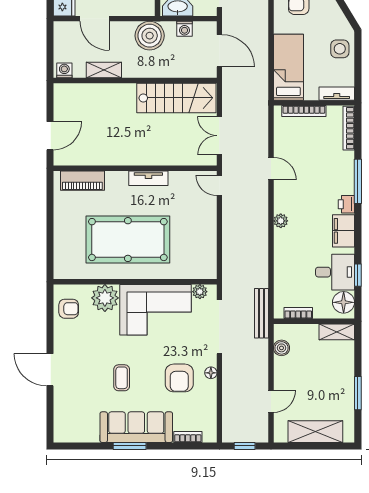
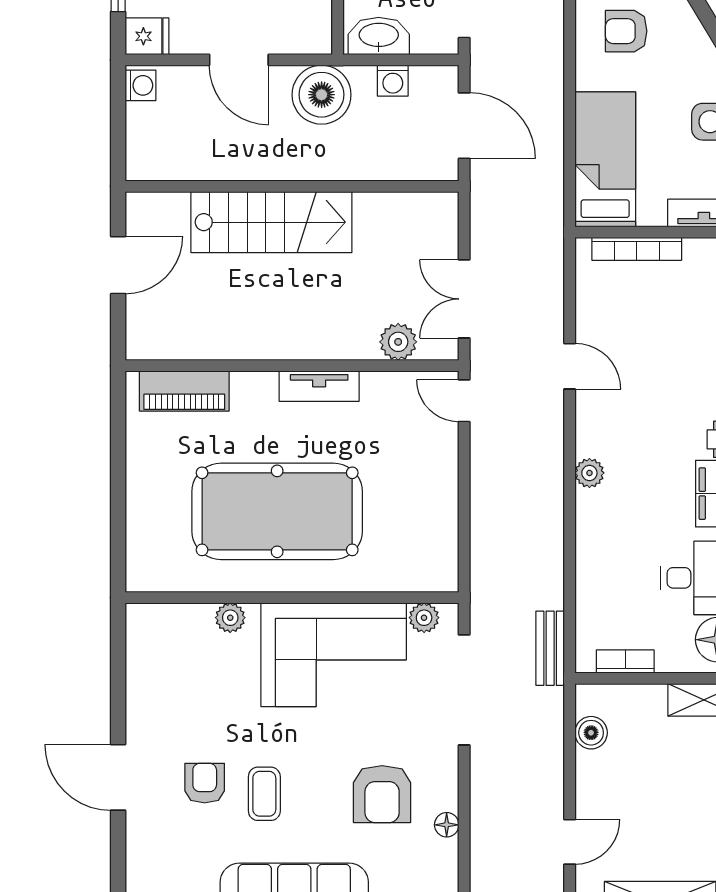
door: (95, 19) -> (239, 60), moved
washing machine: (64, 70) -> (140, 85), moved, turned 90
shelving: (104, 70) -> (228, 165), removed
stairs: (176, 98) -> (271, 222), moved
door: (50, 136) -> (118, 265), moved
plant: (187, 157) -> (398, 342), added
plant: (105, 298) -> (230, 618), width x0.53, depth x0.53
armchair: (69, 309) -> (205, 783), moved, turned -90
bench: (261, 313) -> (550, 648), width x0.73
floor lamp: (211, 373) -> (447, 825), moved

